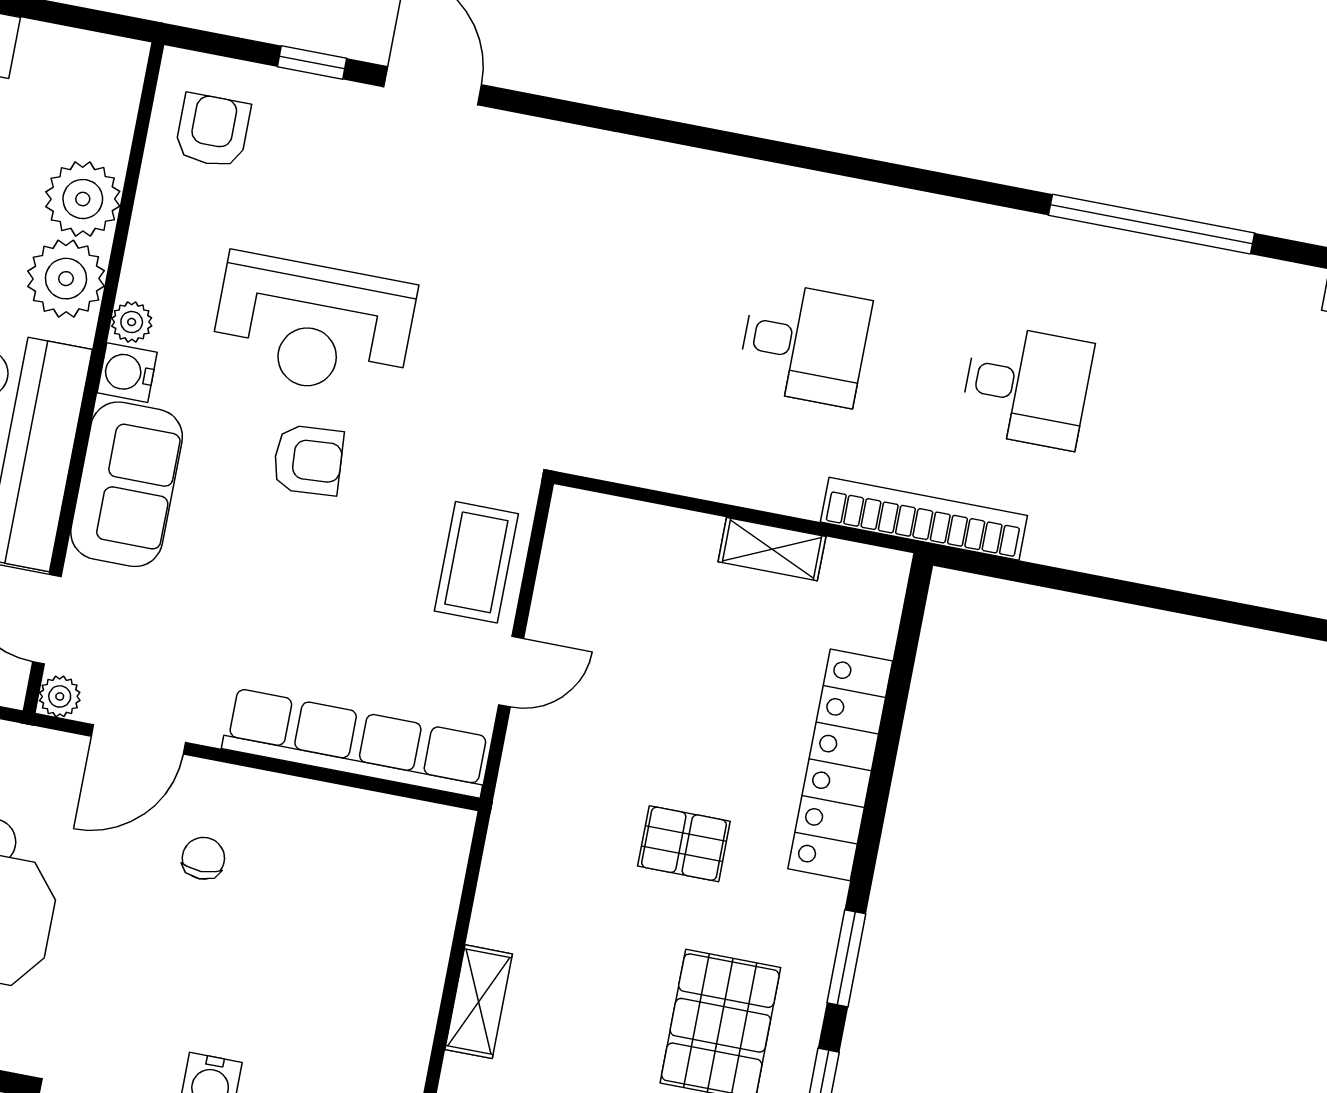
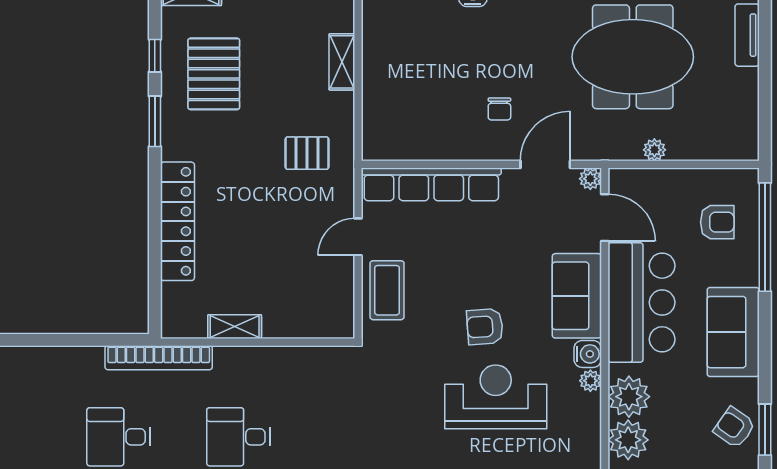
pallet: (684, 844) -> (307, 153), moved

